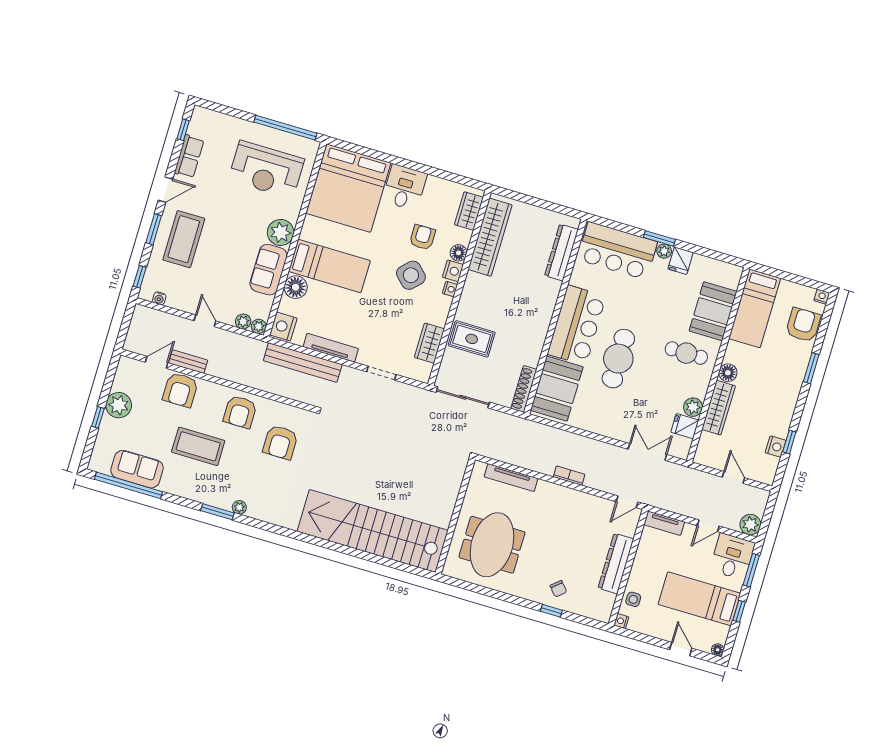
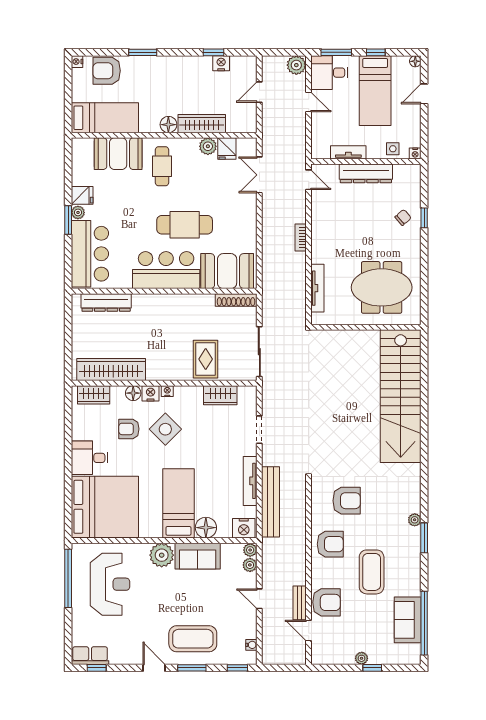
row of seats: (189, 156) -> (90, 656), moved
door: (205, 321) -> (259, 599), hinge flipped
plant: (119, 405) -> (362, 658), width x0.53, depth x0.53
tv unit: (664, 523) -> (348, 152), moved, turned -90

